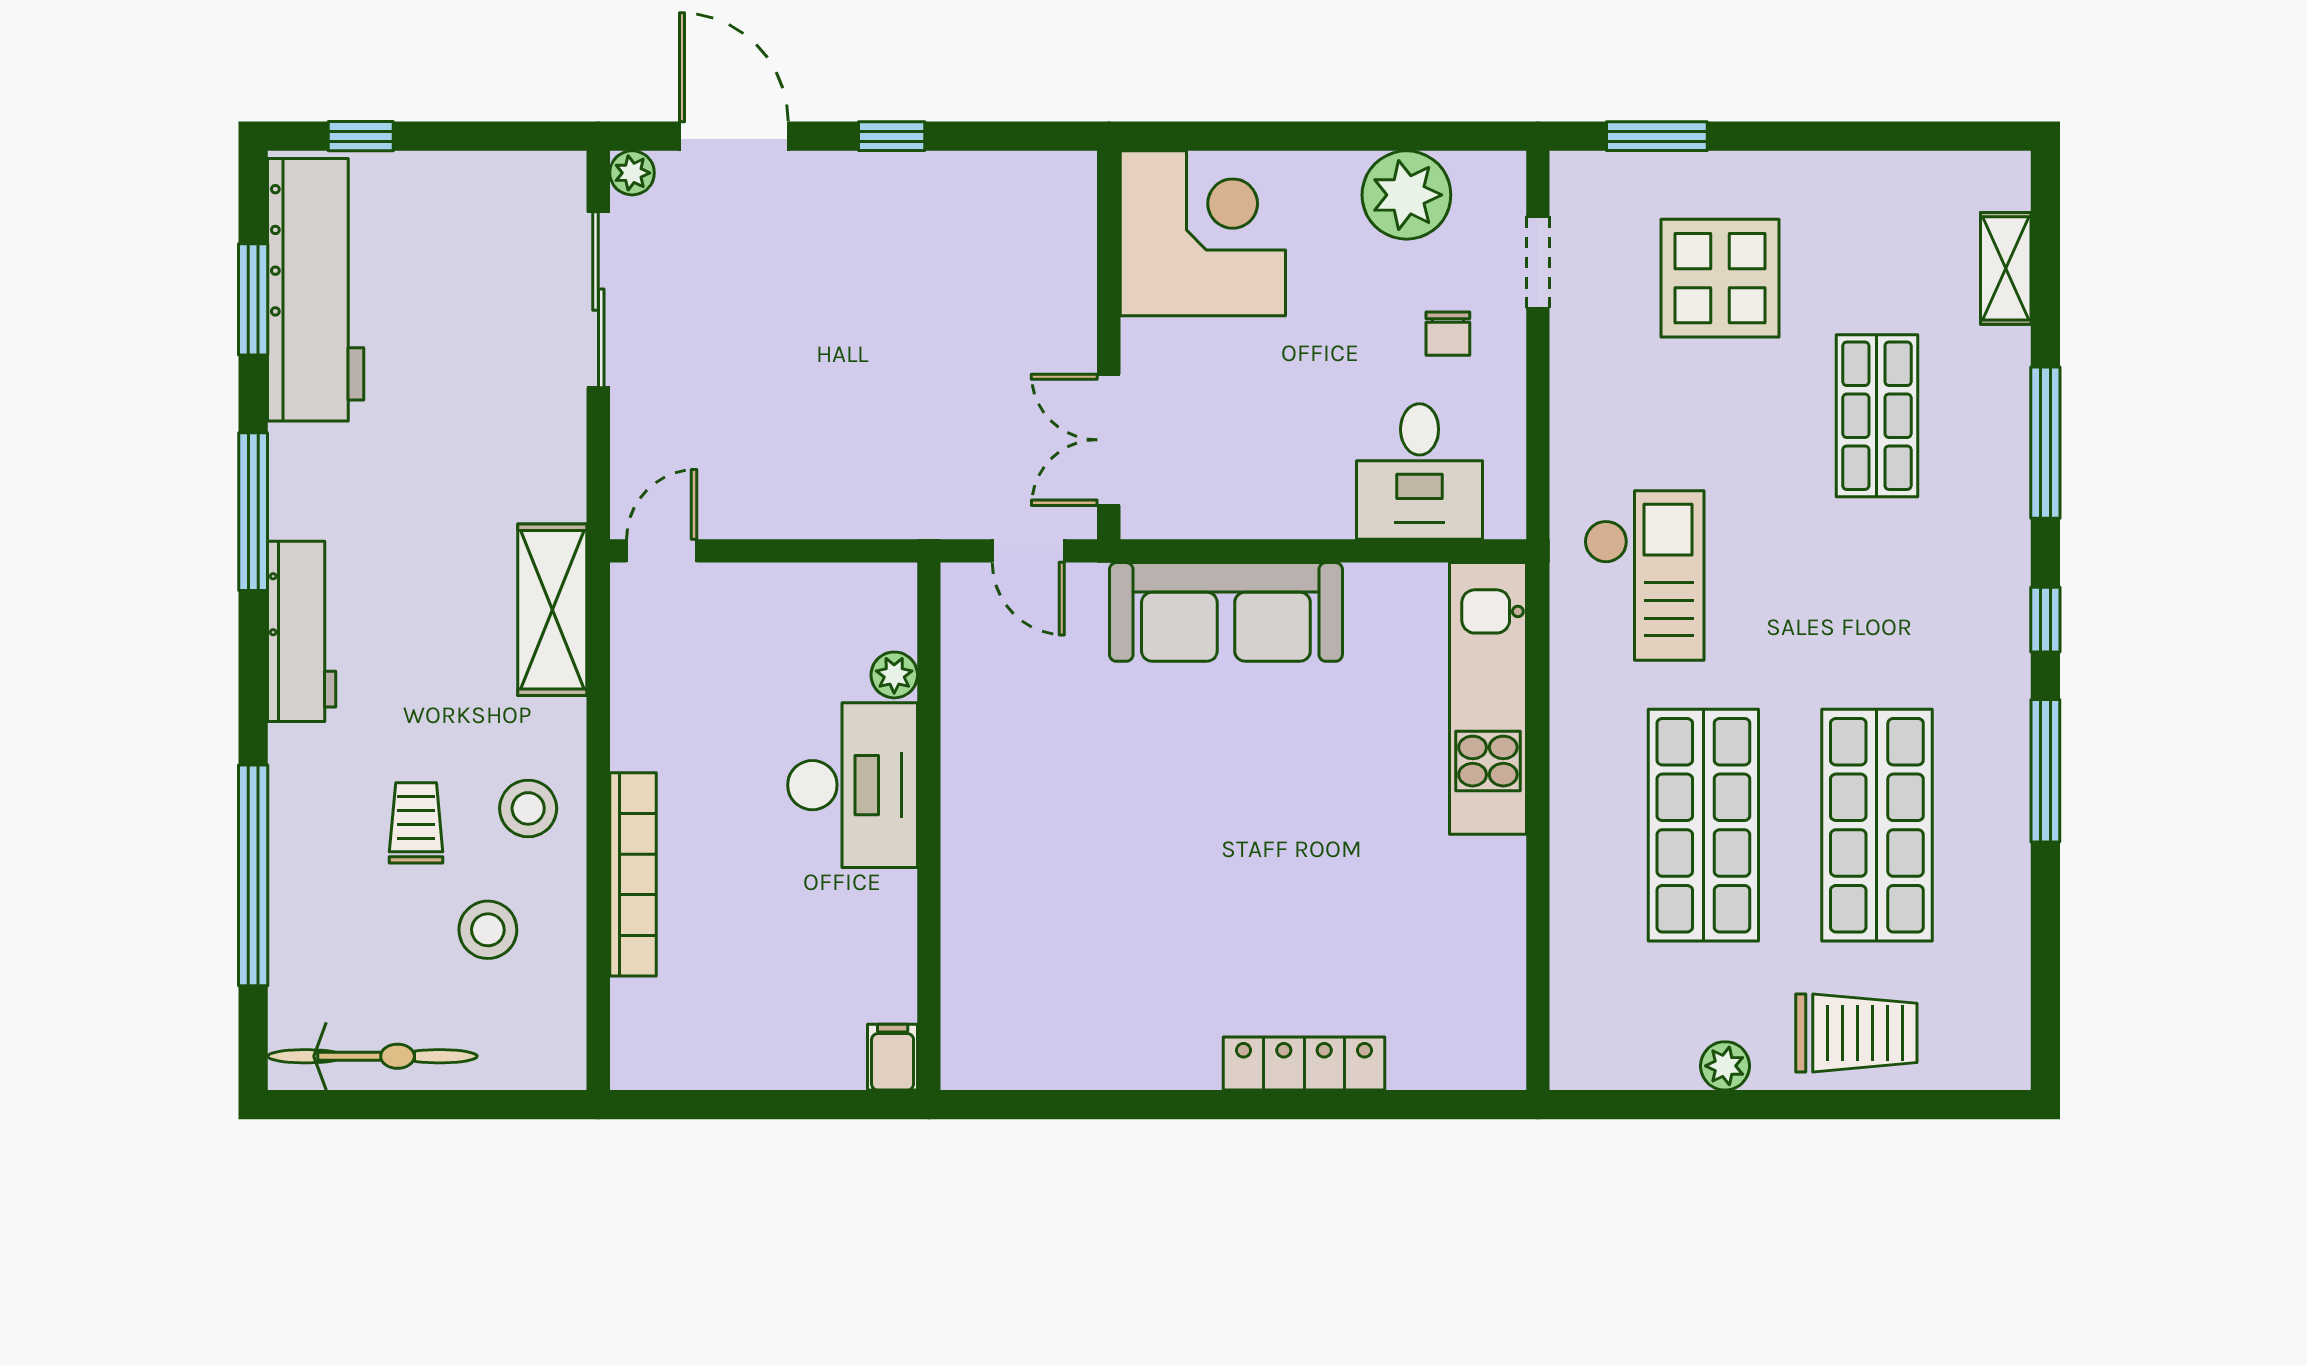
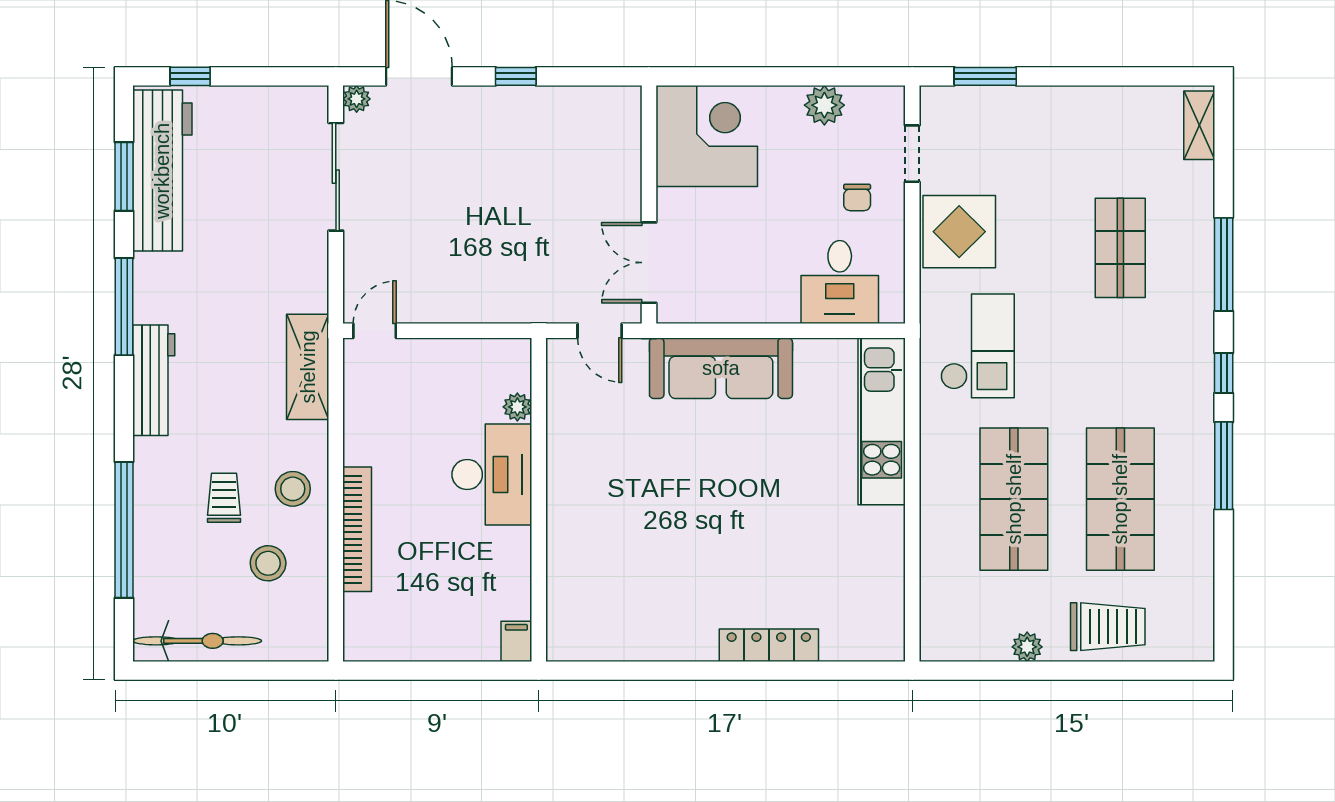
plant: (1406, 195) -> (824, 105), width x0.73, depth x0.73
shelving: (2006, 268) -> (1199, 125), moved
display table: (1720, 278) -> (959, 232), moved

